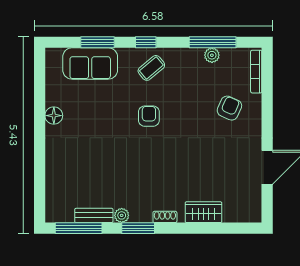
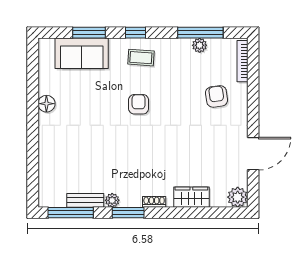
coffee table: (151, 68) -> (141, 58), turned 44
armchair: (229, 108) -> (217, 96), turned -32
plant: (251, 212) -> (238, 197), added

